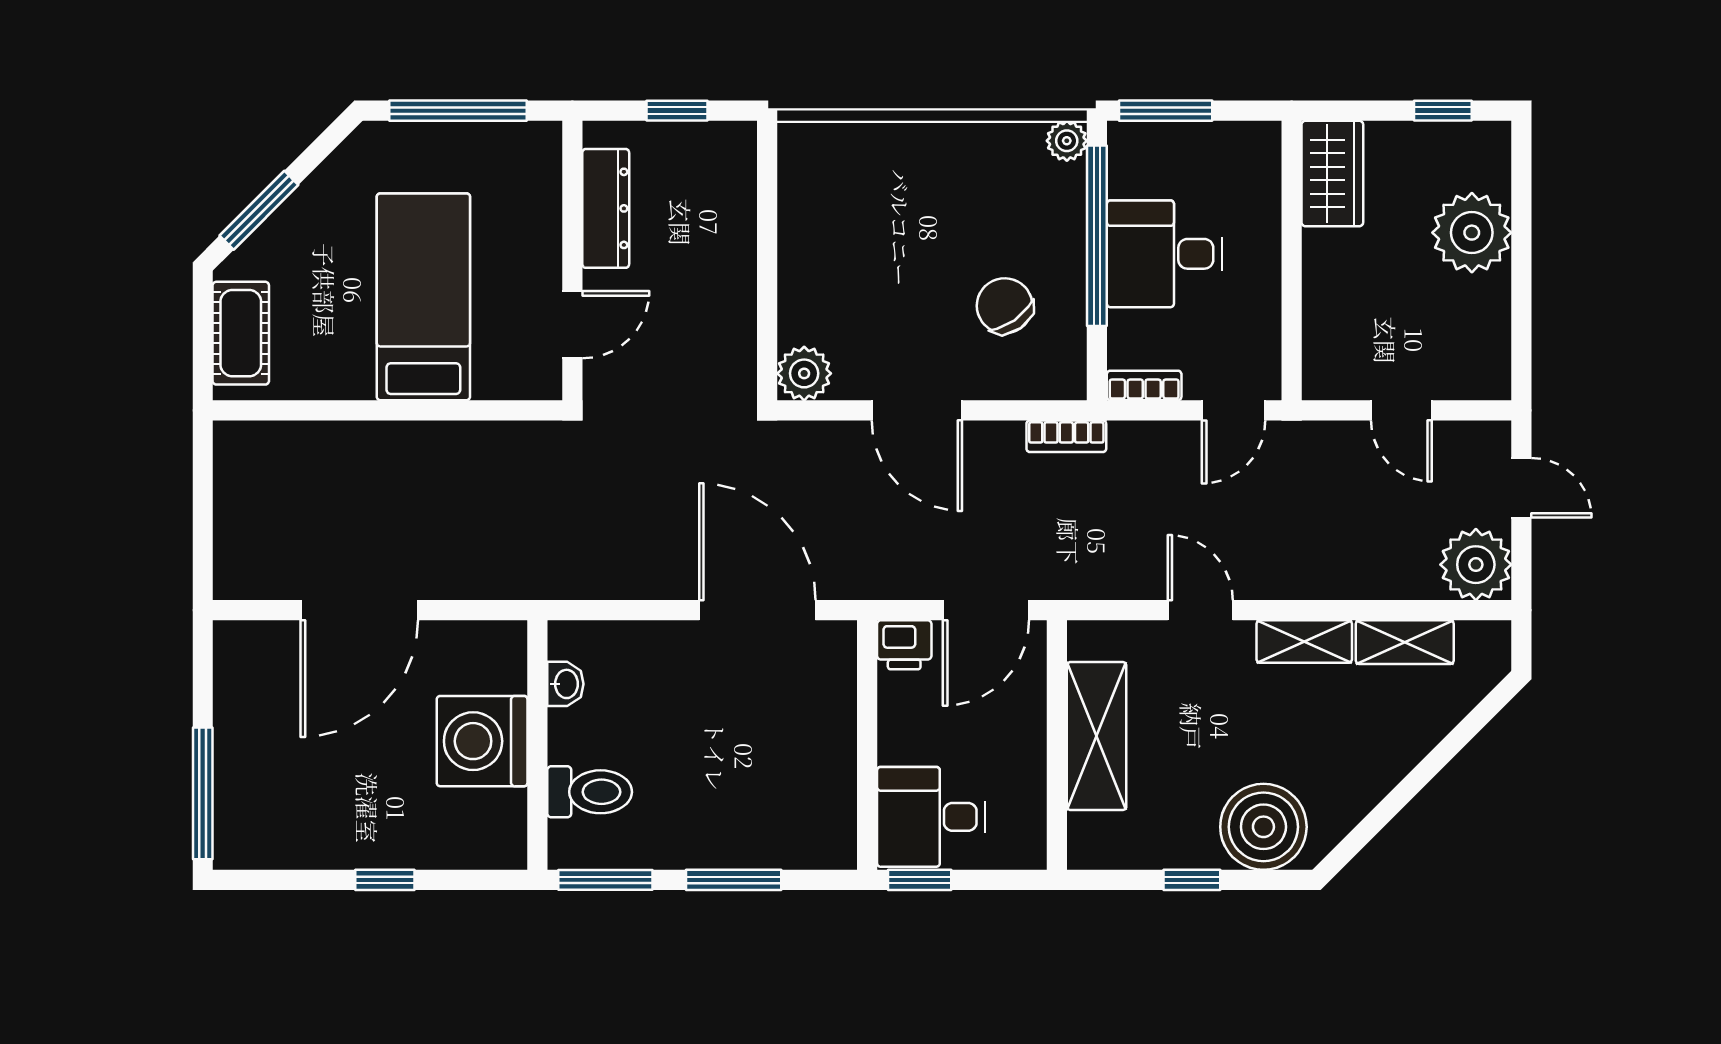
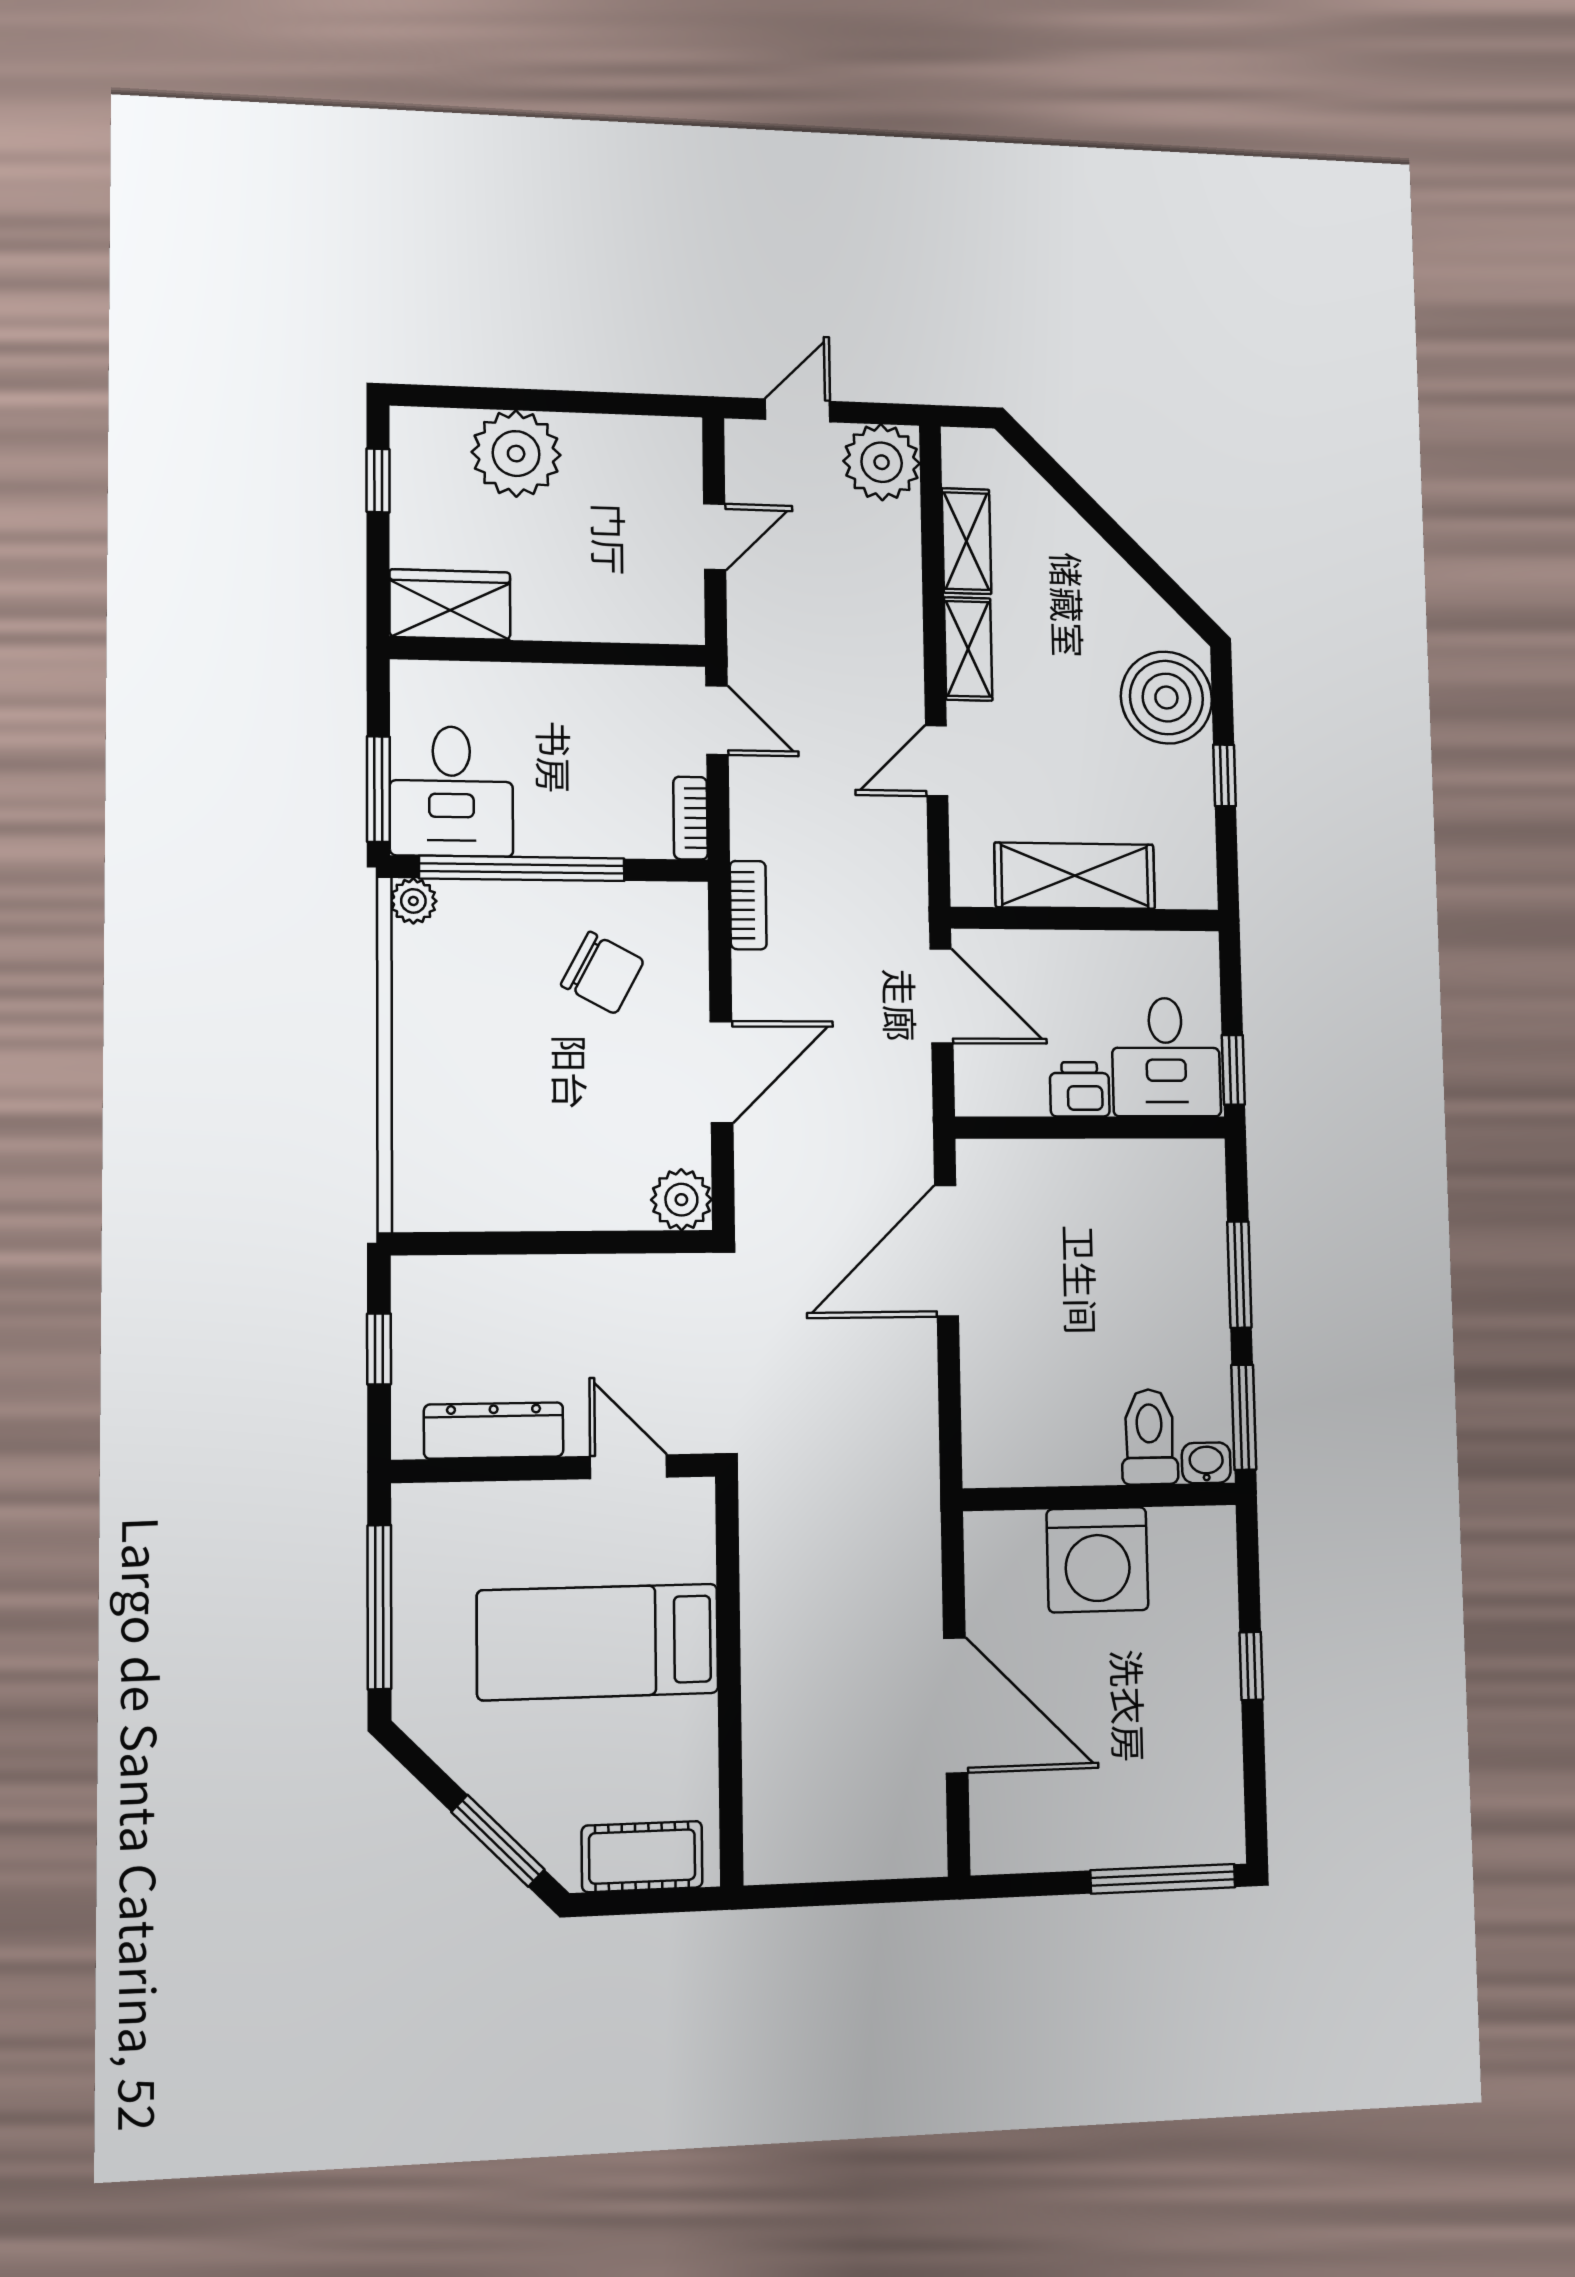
desk: (1165, 254) -> (451, 791), moved
chair: (1005, 306) -> (602, 973), turned -117
printer: (904, 645) -> (1080, 1089), moved, turned -90
washbasin: (565, 684) -> (1206, 1463), moved

